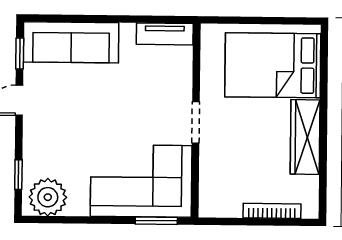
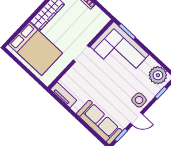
side table: (42, 133) -> (139, 100), added

